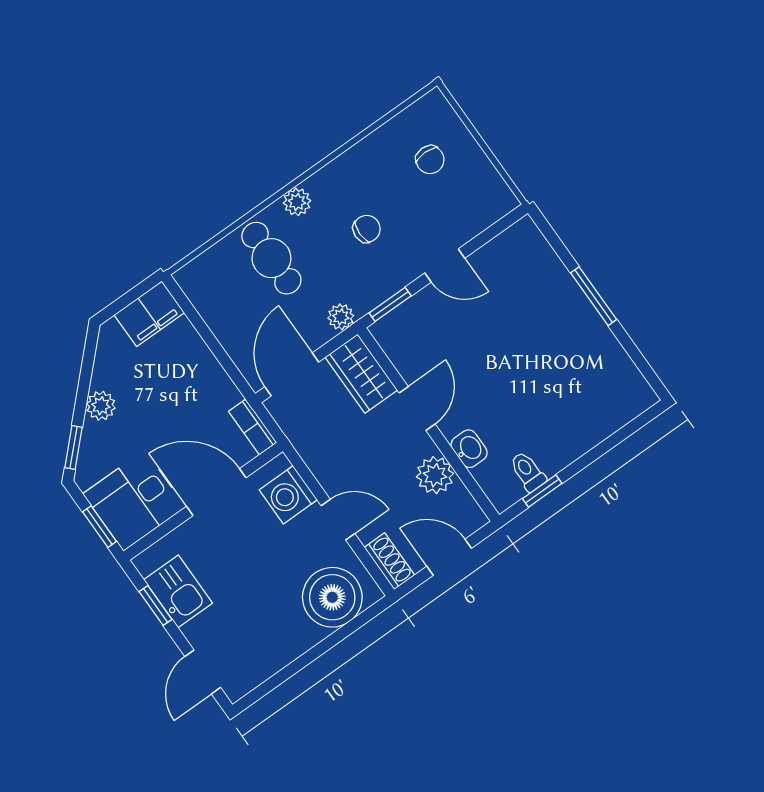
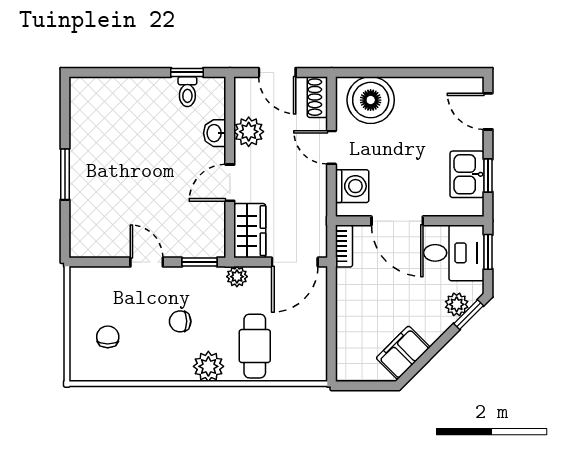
plant: (297, 202) -> (208, 366), width x1.38, depth x1.38
filing cabinet: (149, 314) -> (403, 353), moved, turned -45
plant: (101, 406) -> (457, 304), moved
door: (203, 672) -> (488, 111), swing flipped

